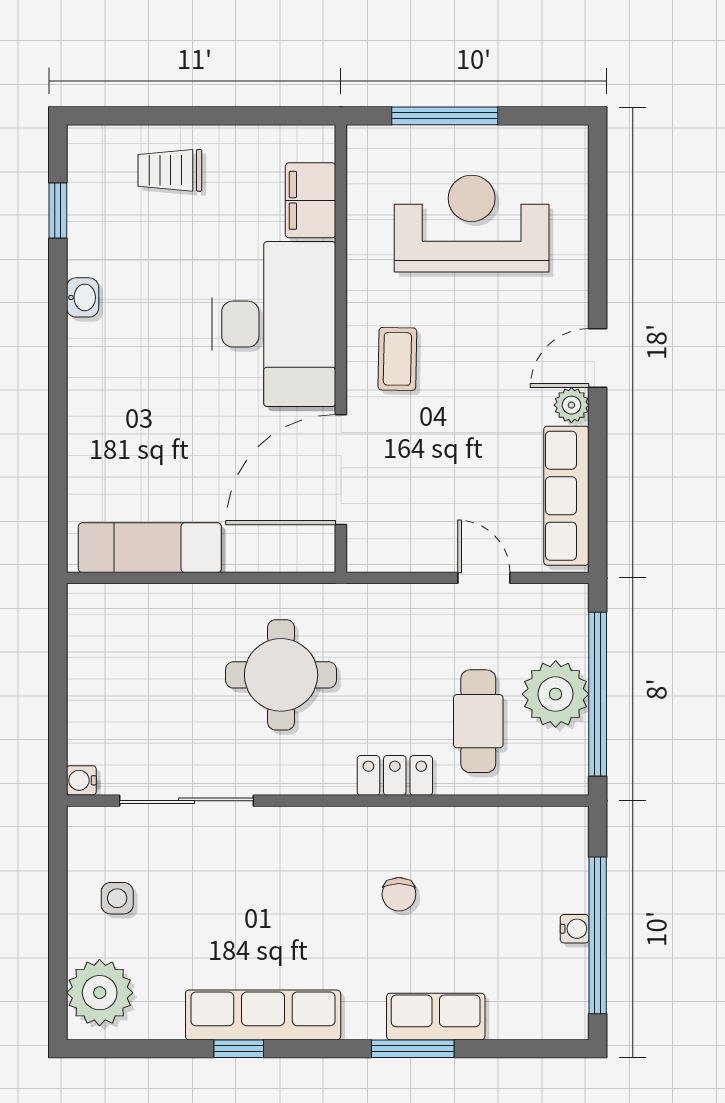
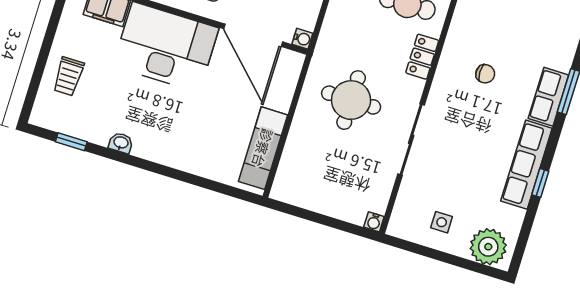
water cooler: (361, 557) -> (302, 39), added
sliding door: (186, 801) -> (411, 139), moved
row of seats: (436, 1017) -> (548, 97), moved

